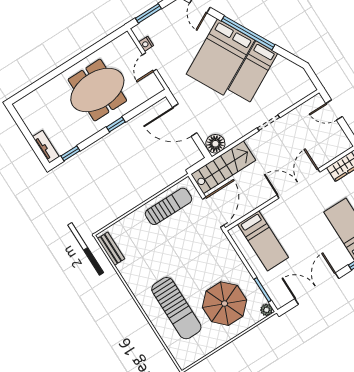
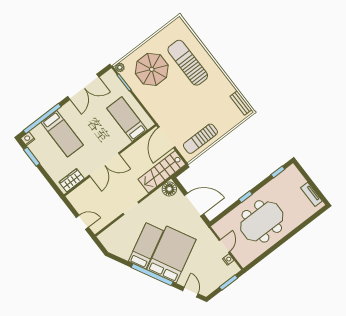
tv unit: (46, 147) -> (311, 194), moved

